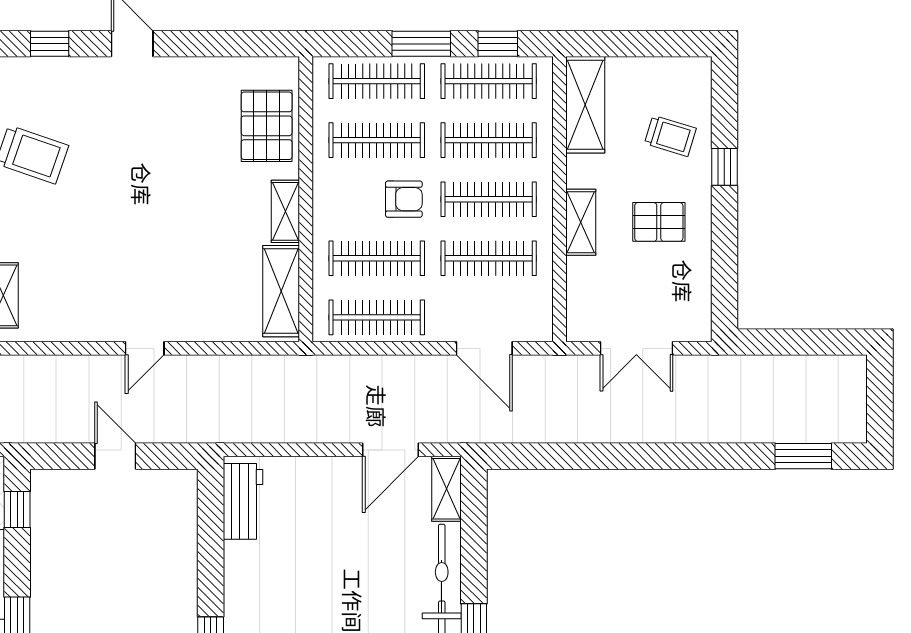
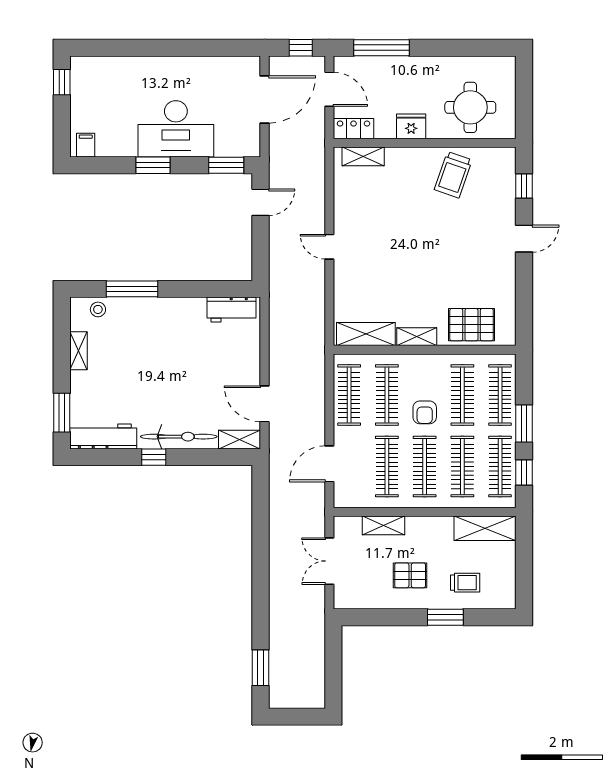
trolley: (670, 136) -> (465, 583), turned -107
window: (724, 167) -> (445, 617), width x1.50
shelving: (581, 222) -> (384, 525), moved
pallet: (659, 222) -> (410, 575), turned 90
door: (115, 456) -> (260, 202), moved
window: (17, 509) -> (226, 165), width x1.50

